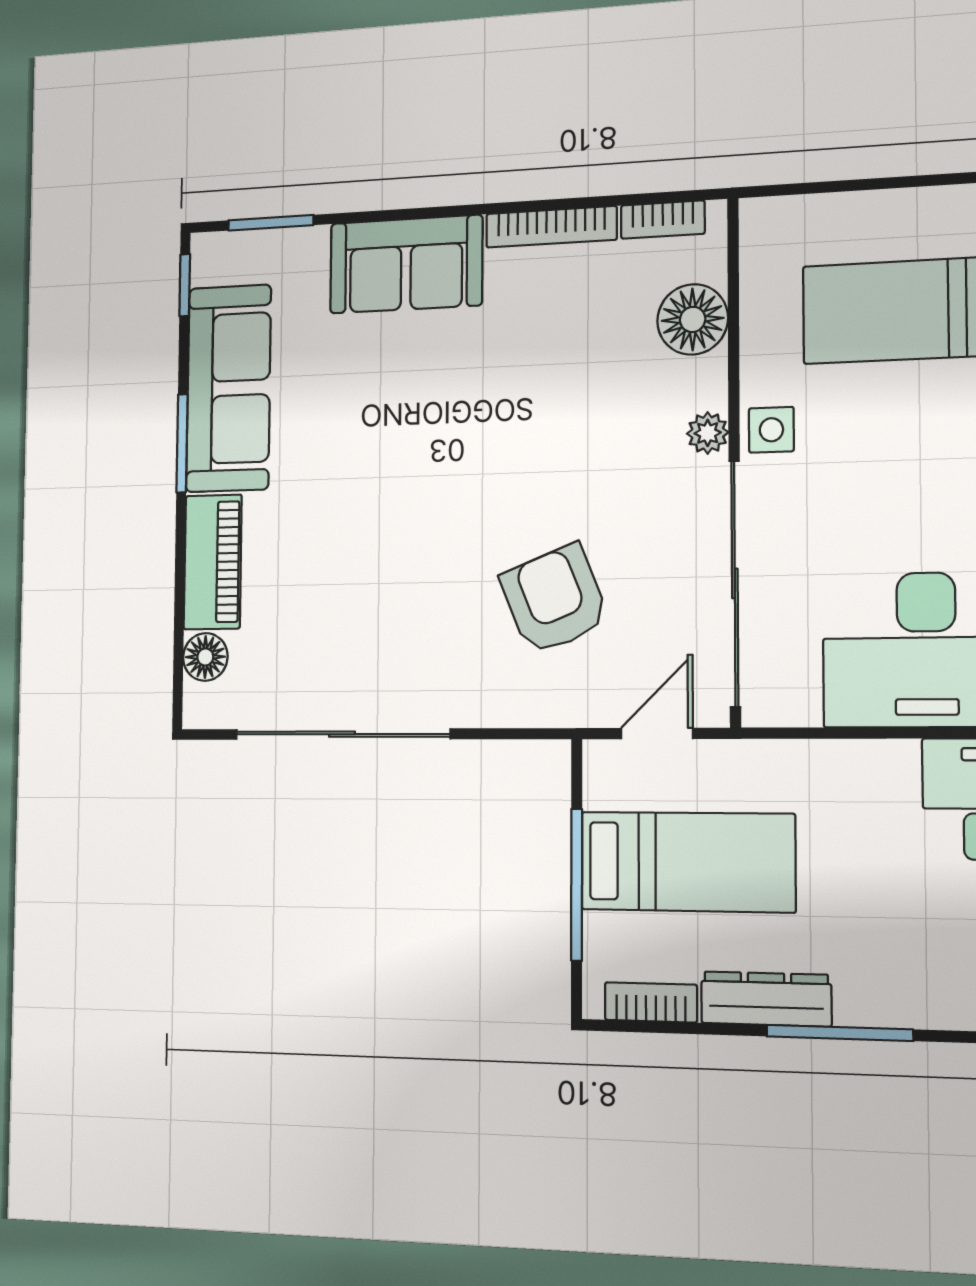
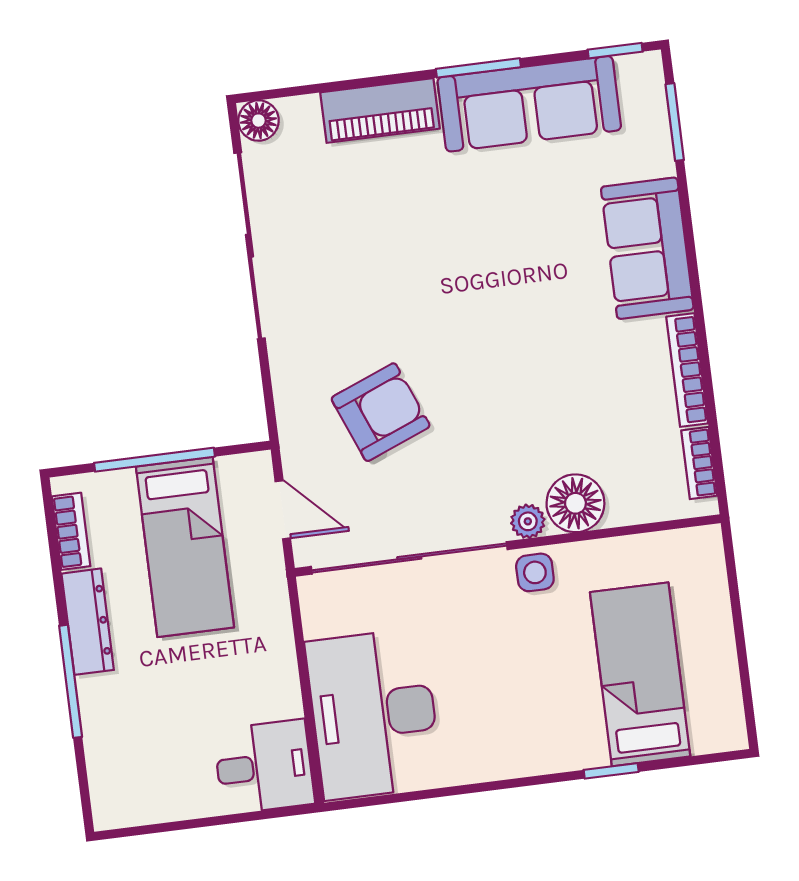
floor lamp: (693, 319) -> (575, 503), moved
floor lamp: (205, 657) -> (258, 121), moved

